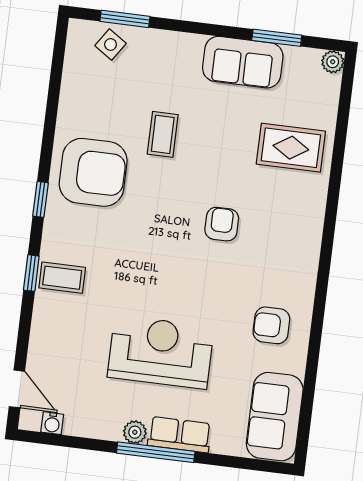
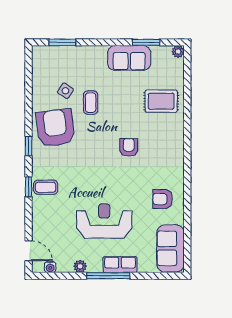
side table: (111, 44) -> (65, 91), moved
armchair: (93, 172) -> (55, 128), turned -97
plant: (135, 432) -> (80, 266), moved

